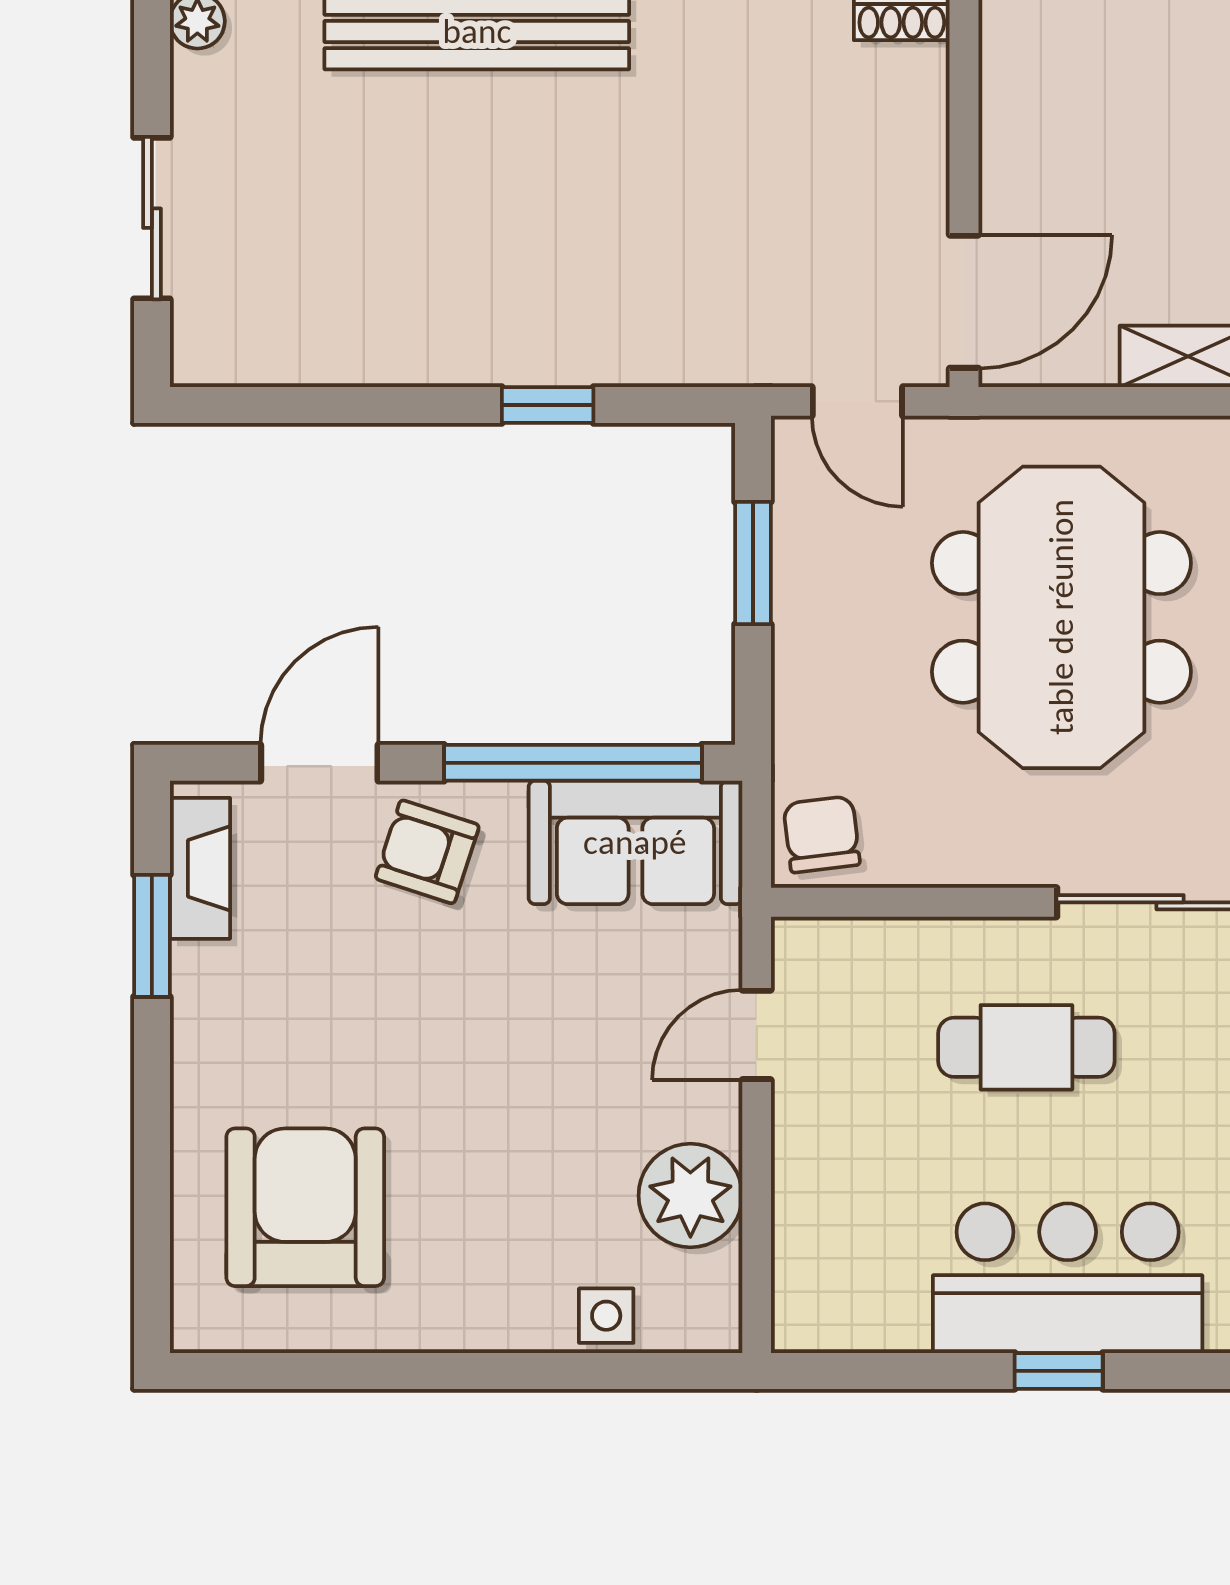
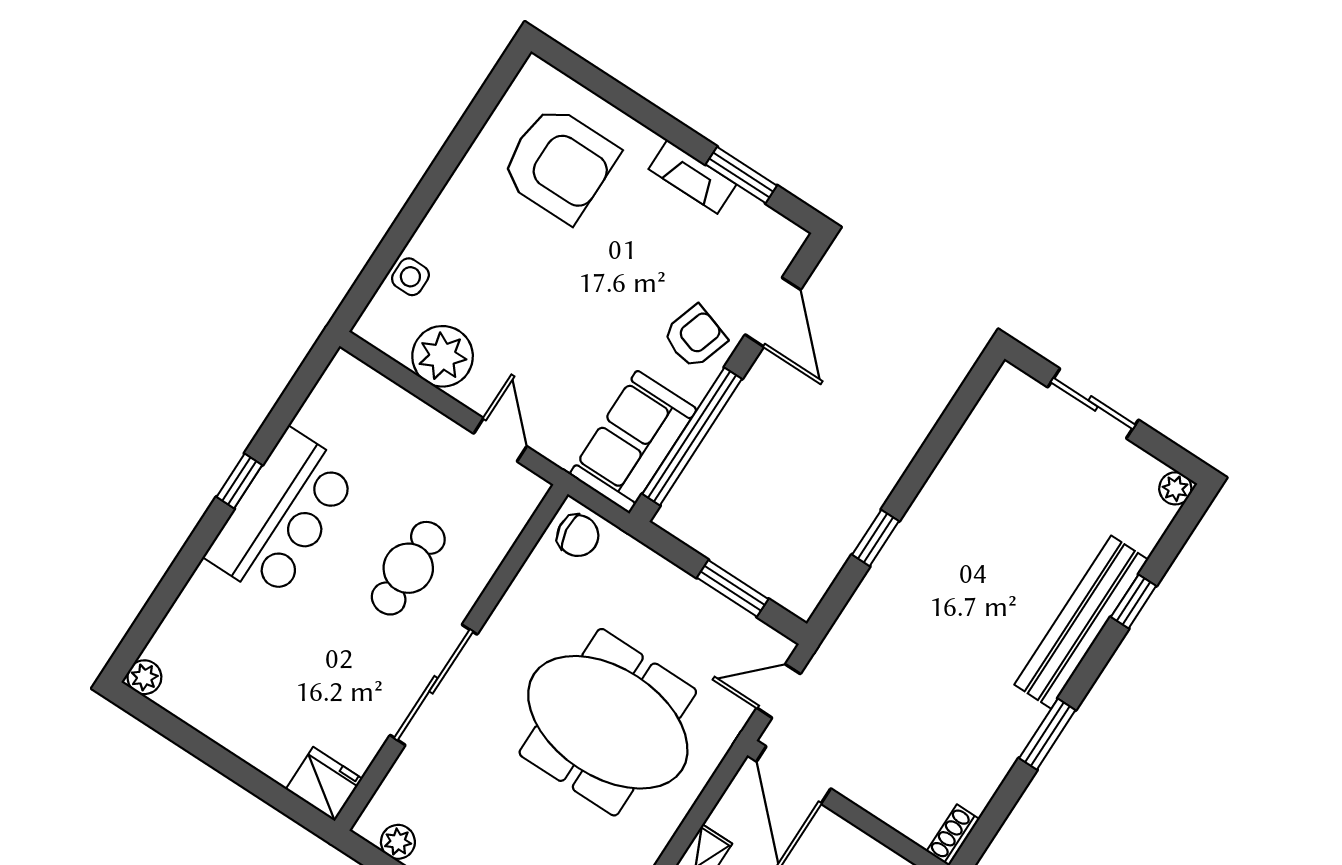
fireplace: (200, 868) -> (692, 177), moved

